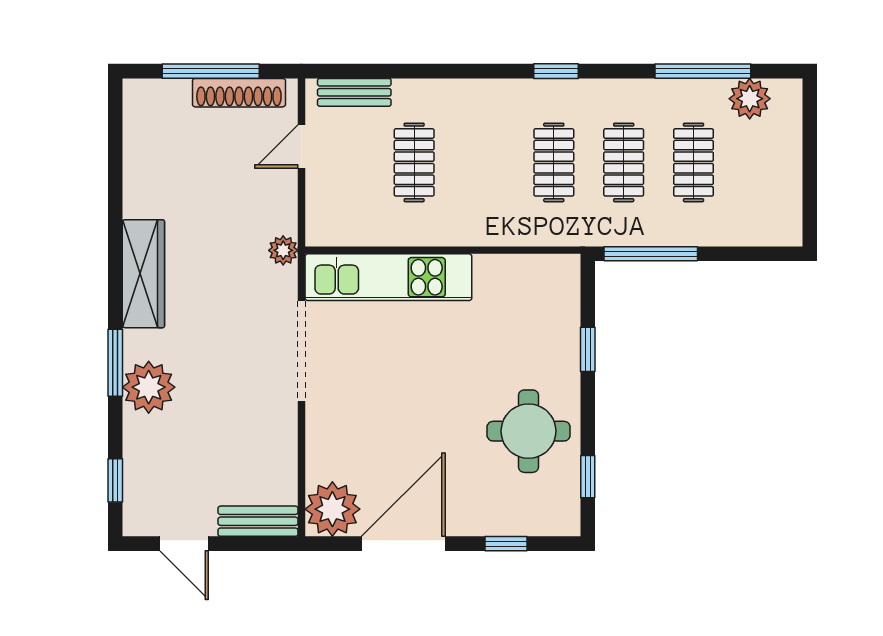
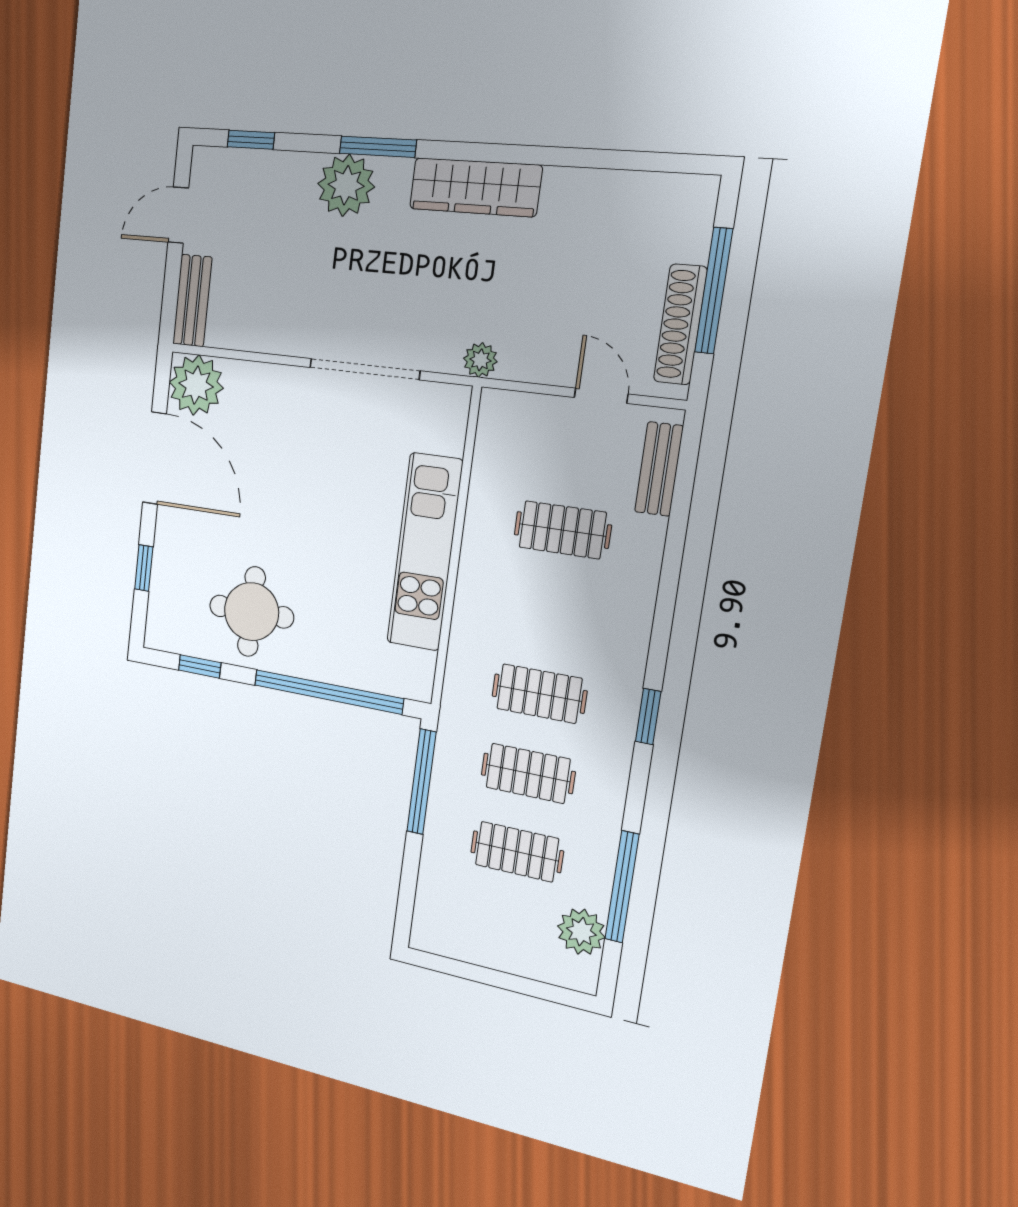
kitchen unit: (388, 277) -> (425, 552), moved
window: (588, 349) -> (328, 692), width x3.17

